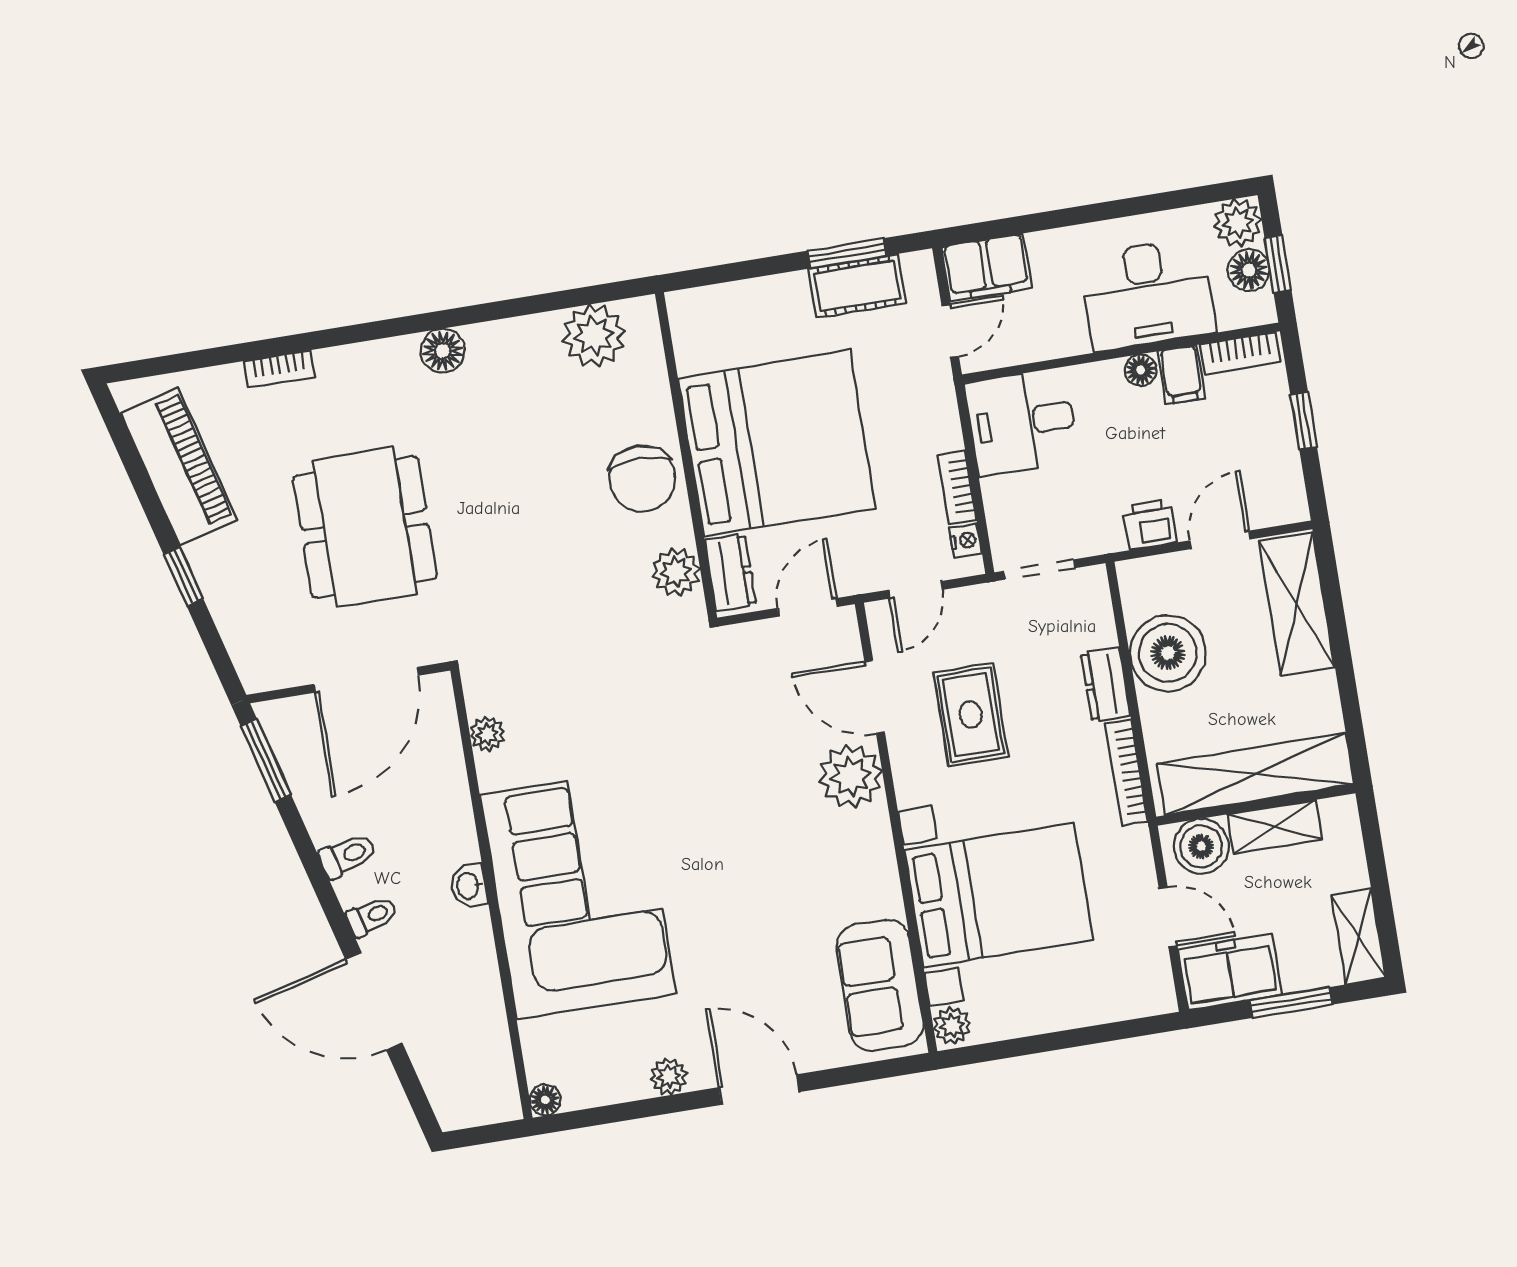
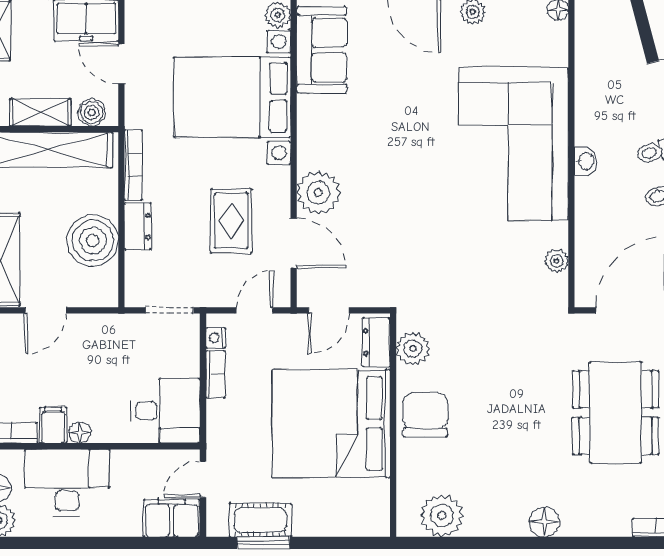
printer: (1150, 524) -> (91, 328), removed
boiler: (1201, 846) -> (92, 113), width x0.73, depth x0.73

